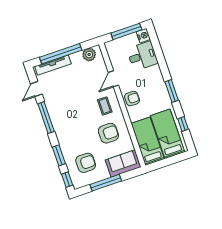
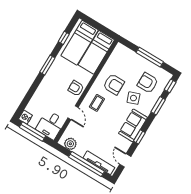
desk: (142, 56) -> (50, 125), moved, turned -90
door: (113, 79) -> (73, 113), hinge flipped
door: (36, 89) -> (125, 160), swing flipped
window: (46, 118) -> (139, 137), width x0.46
armchair: (108, 133) -> (114, 84), turned 180
side table: (83, 140) -> (133, 98), added
sofa: (123, 164) -> (133, 125), moved, turned 90

